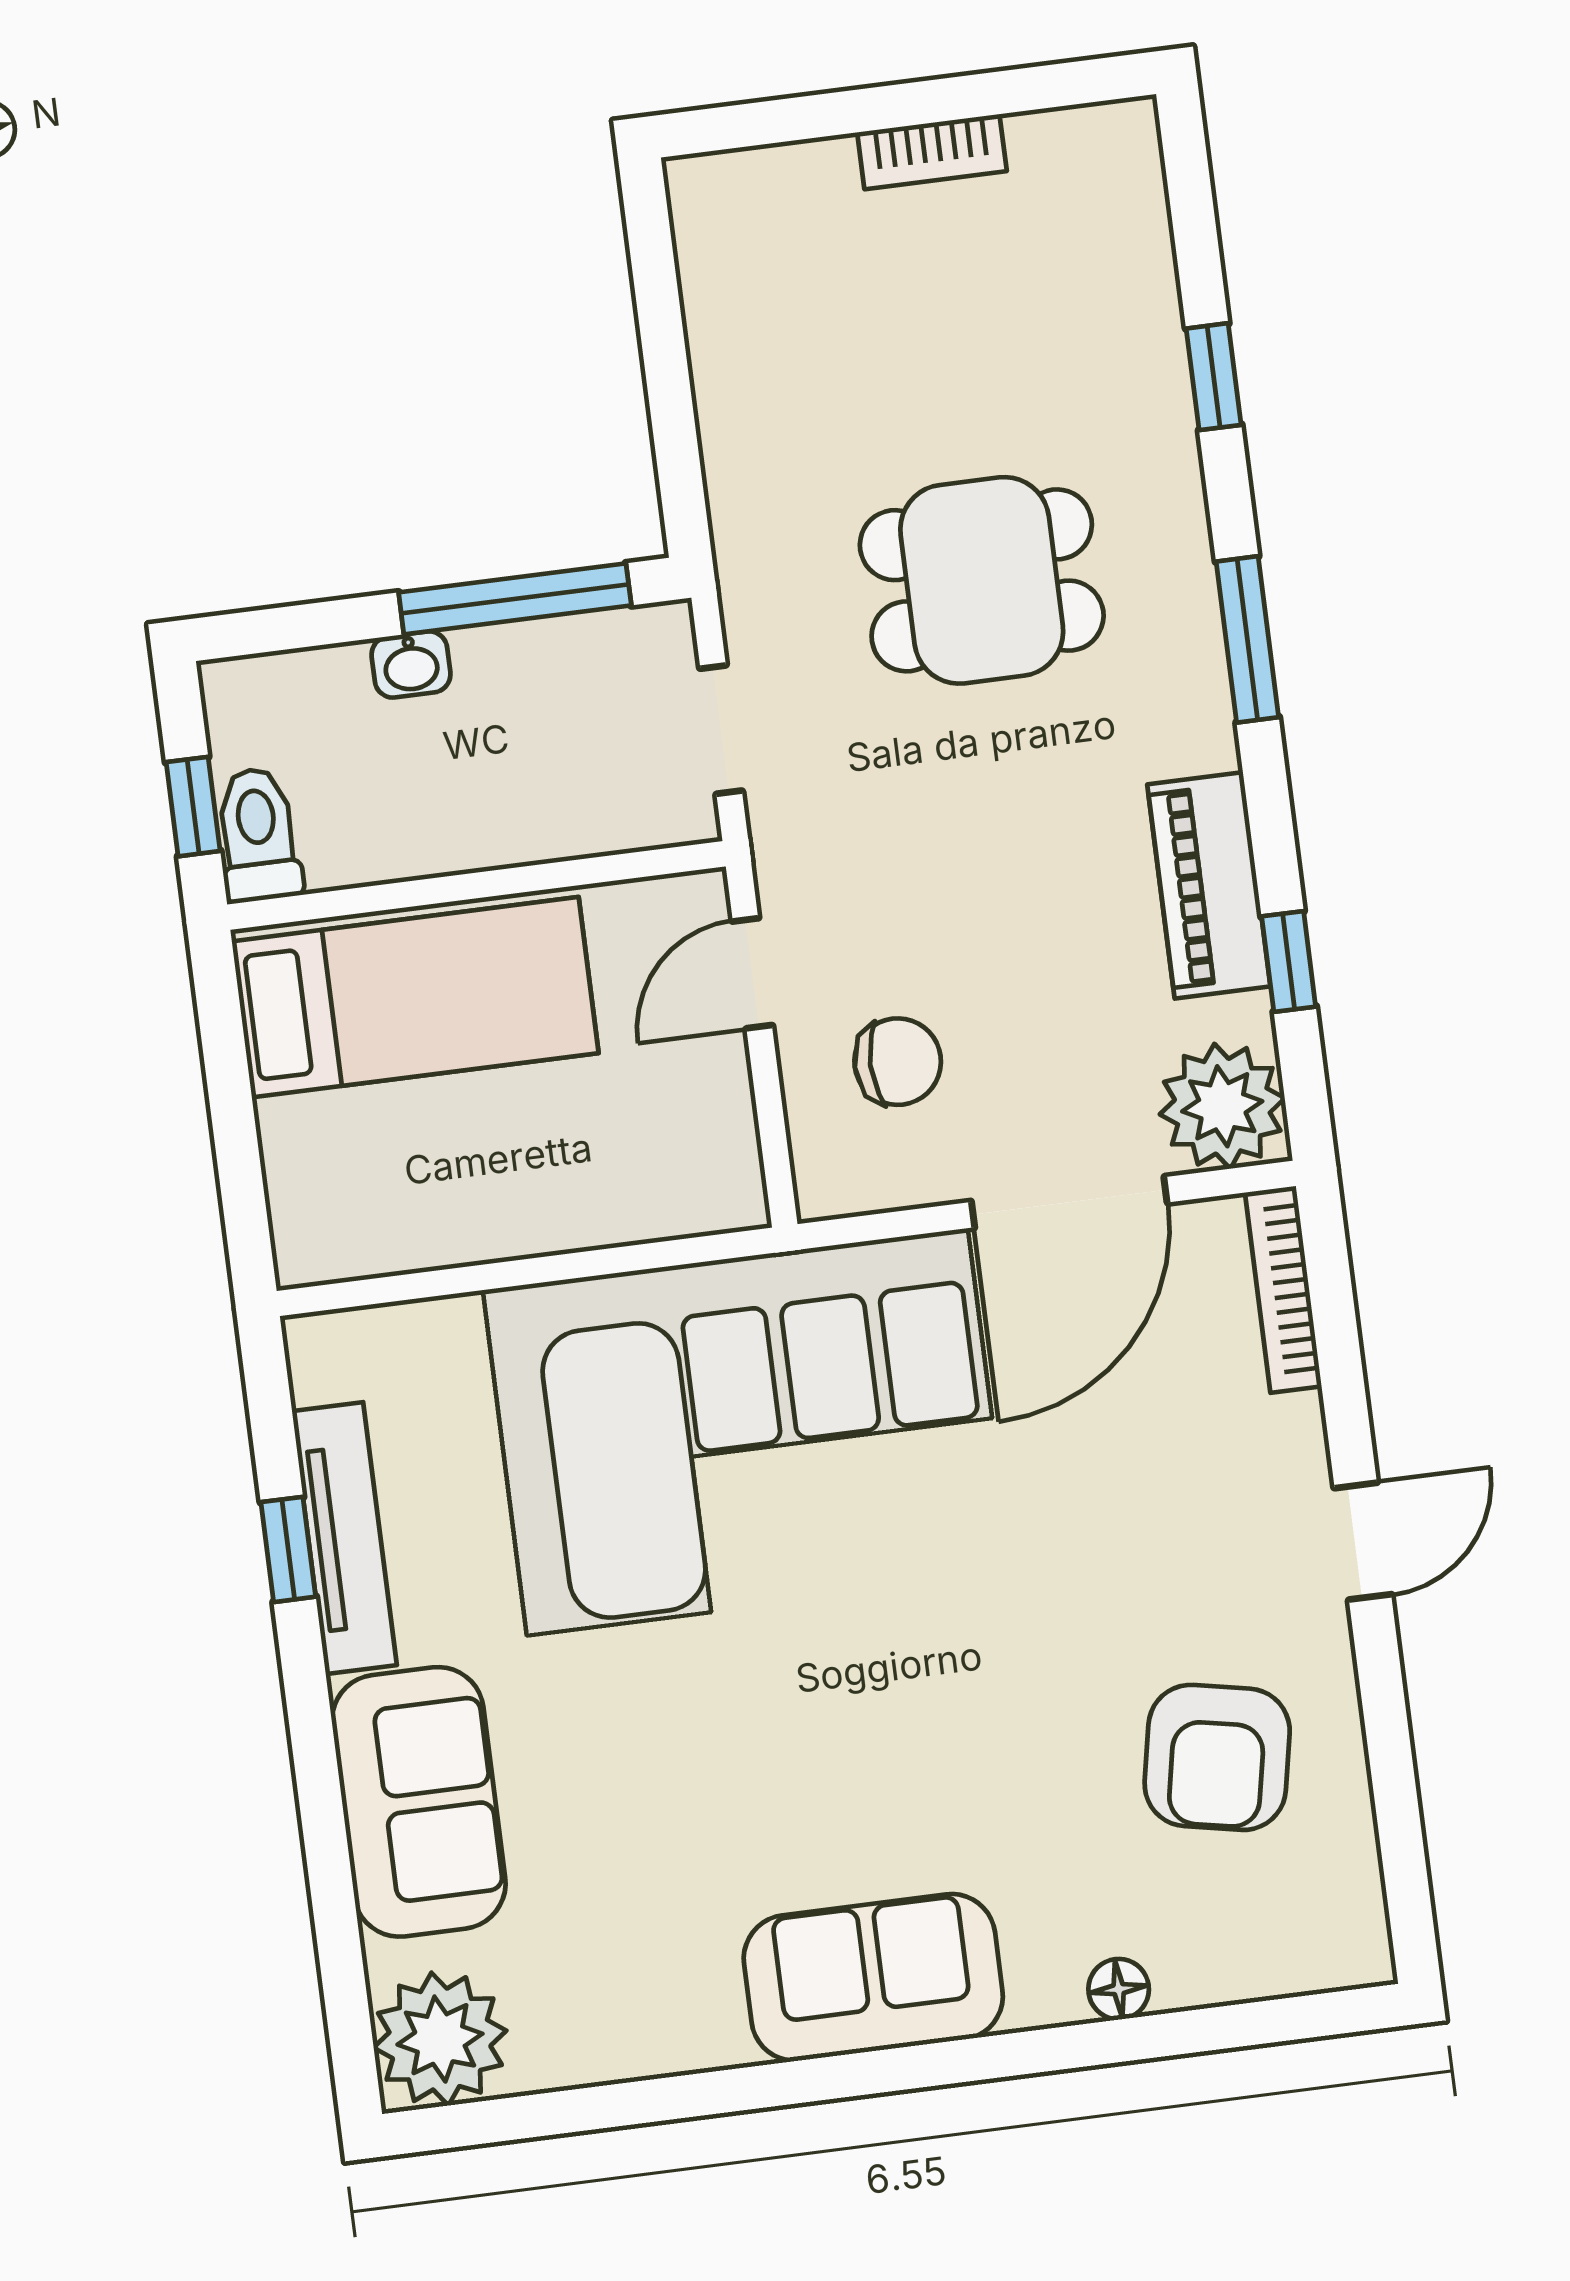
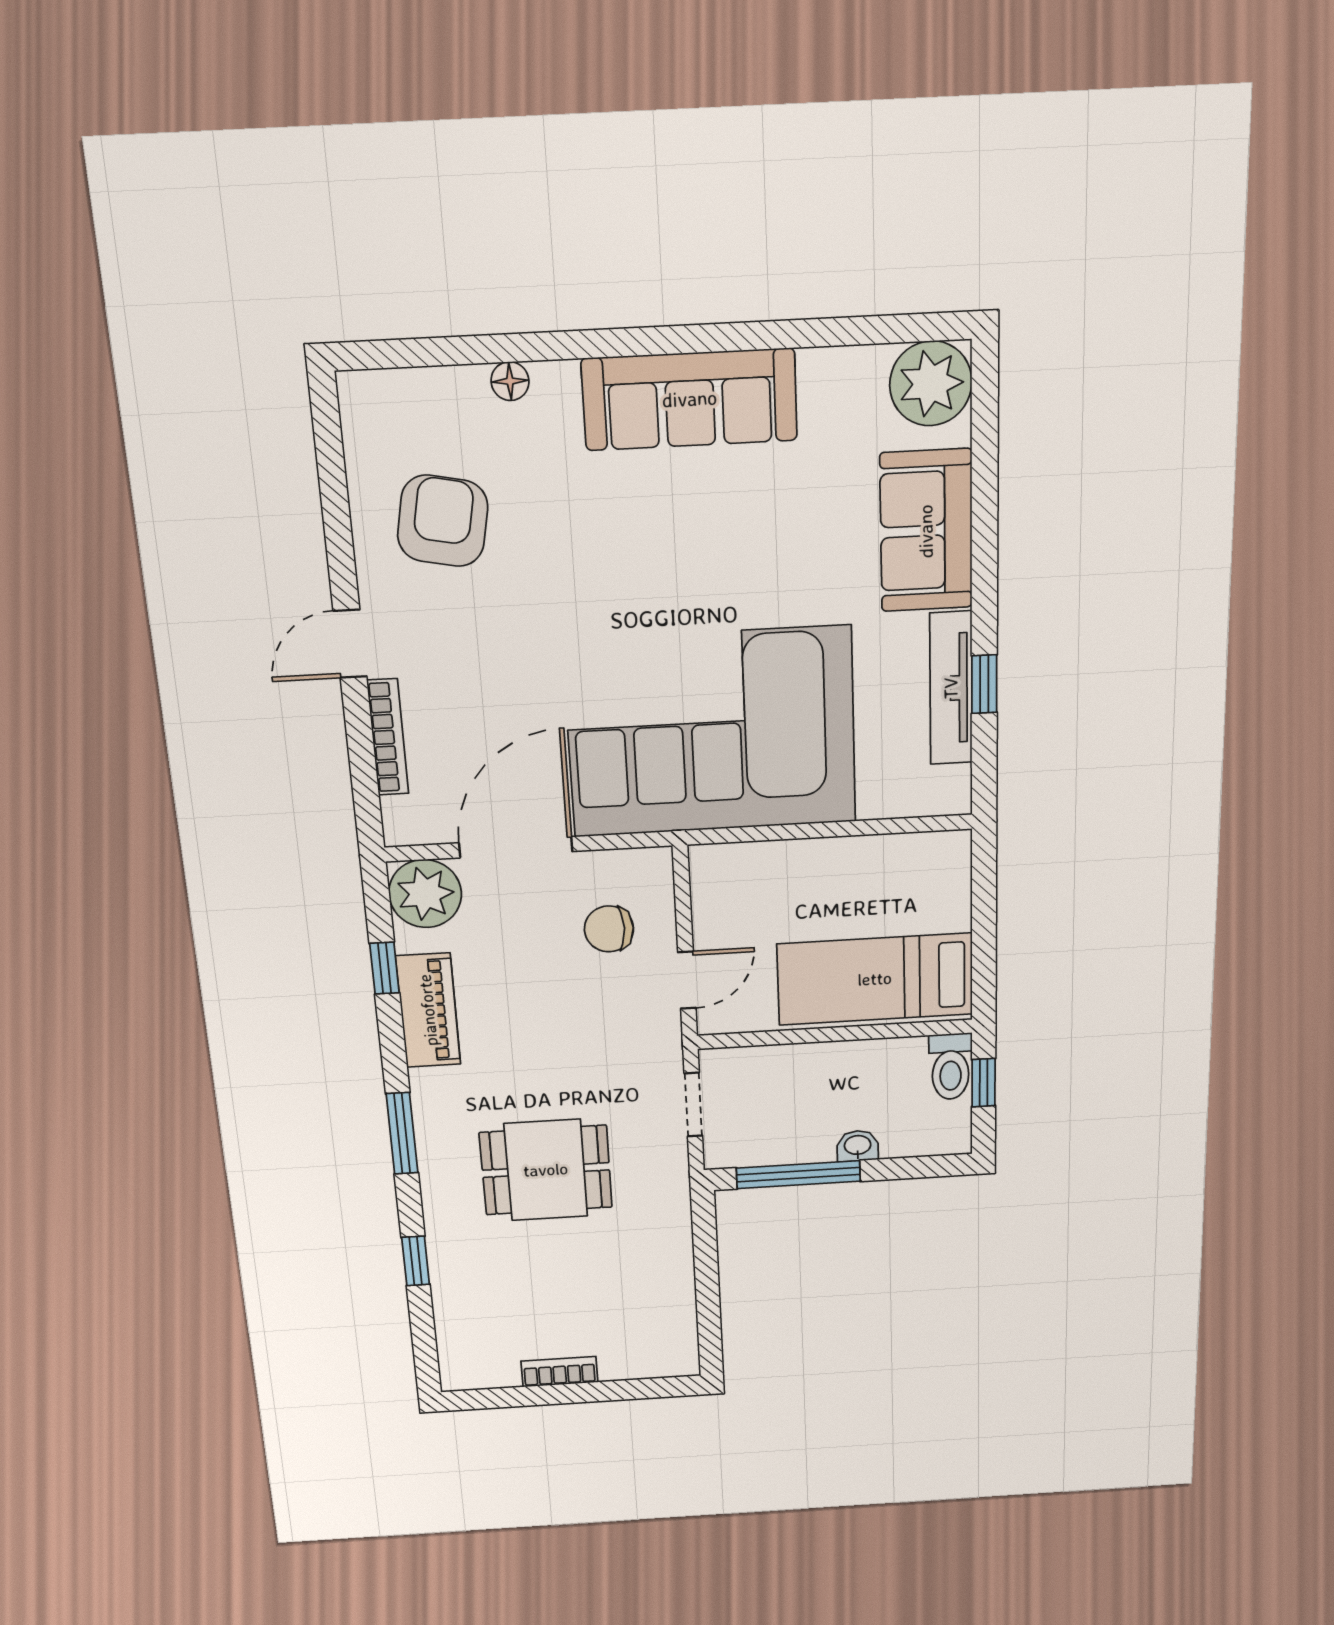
bookcase: (1283, 1289) -> (388, 737), moved
sofa: (873, 1977) -> (690, 399), width x1.36

